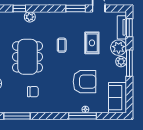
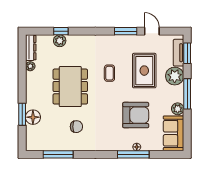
plant: (30, 17) -> (60, 41), moved
rug: (92, 43) -> (144, 71), width x1.36, depth x1.43
plant: (121, 62) -> (178, 109), moved

